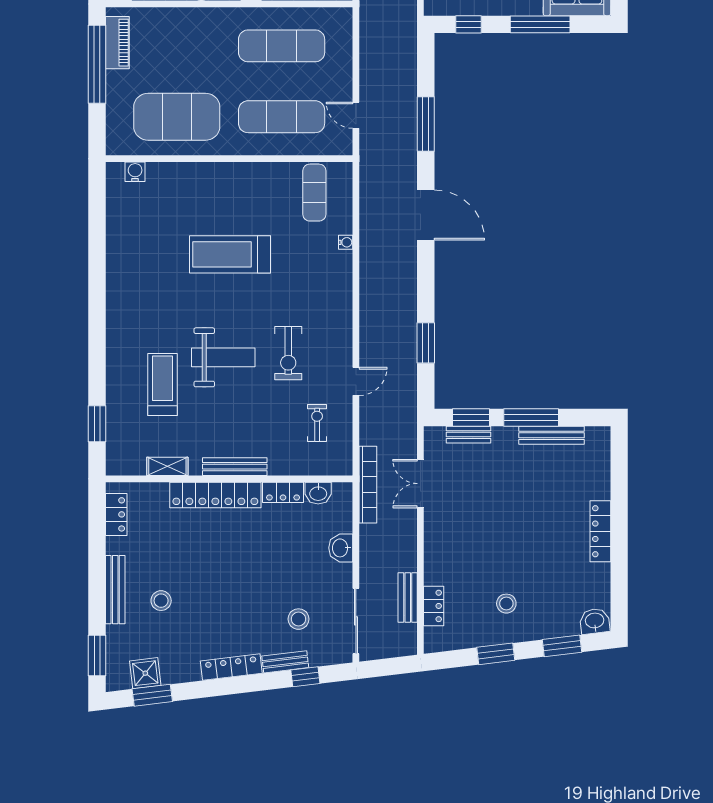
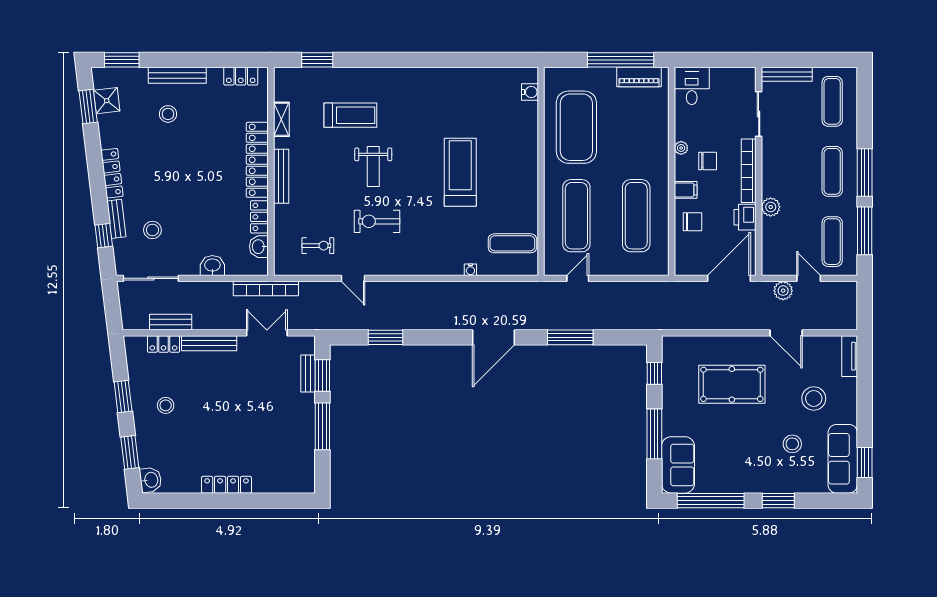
weight bench: (223, 357) -> (373, 166), width x0.73, depth x0.75
bench: (552, 435) -> (209, 343), moved, turned 90

